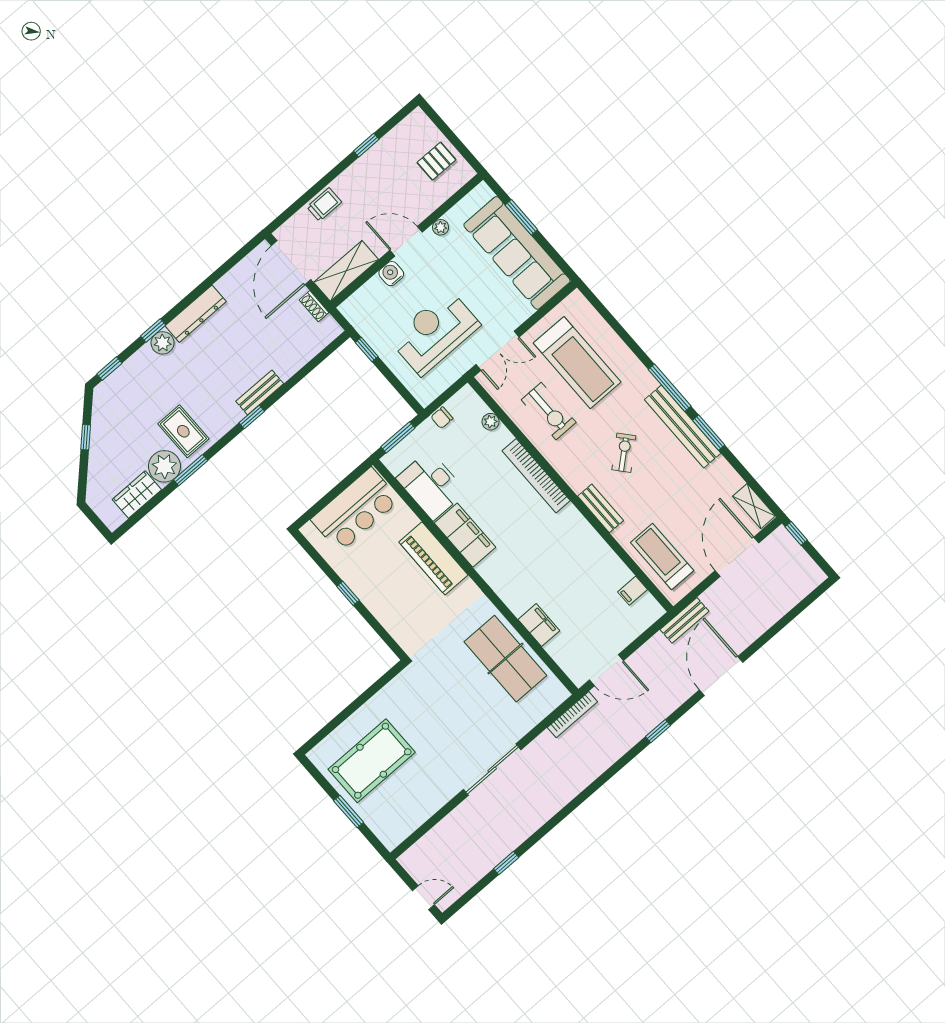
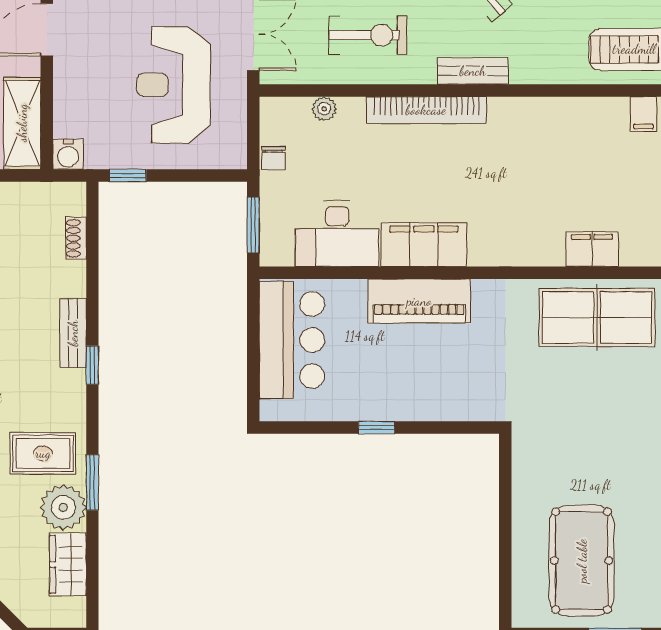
water cooler: (391, 274) -> (68, 154), moved, turned -90
shoe rack: (314, 306) -> (76, 238), moved, turned 90
bench: (601, 508) -> (473, 71), moved

